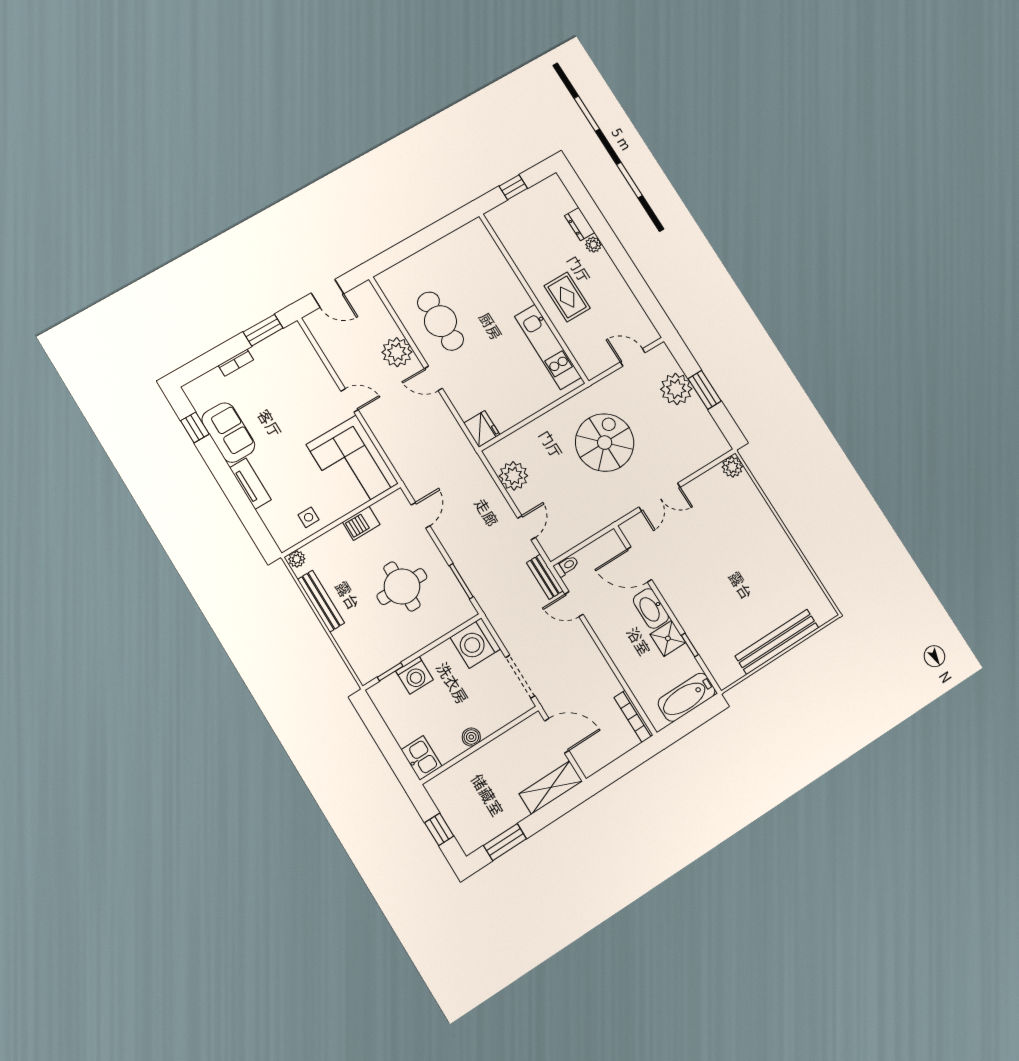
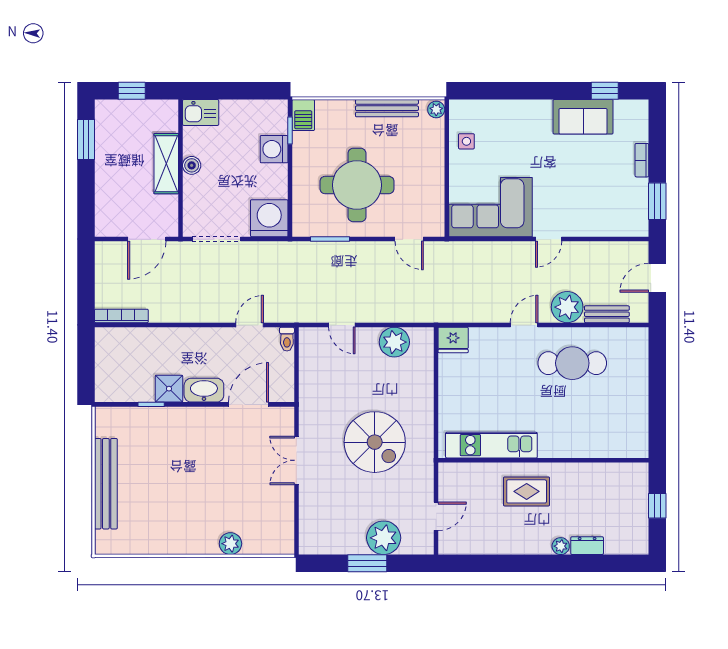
plant: (732, 467) -> (230, 544), moved
tv unit: (250, 484) -> (526, 109), removed
barbecue: (361, 523) -> (303, 115), moved, turned 180
bench: (545, 577) -> (607, 314), moved
round table: (402, 587) -> (357, 185), width x1.36, depth x1.36
bathtub: (687, 697) -> (109, 373), removed
shelving: (551, 787) -> (166, 164), moved

